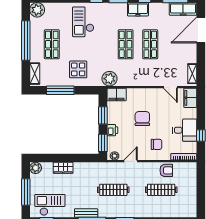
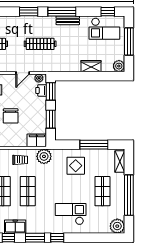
checkout: (83, 22) -> (71, 214), turned -90
trolley: (133, 75) -> (20, 160), added
printer: (112, 130) -> (41, 90), moved

